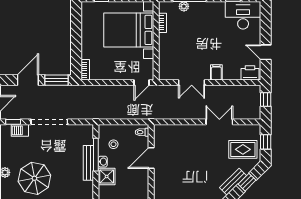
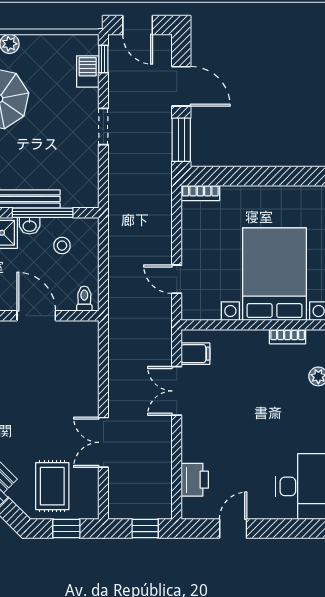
filing cabinet: (216, 72) -> (195, 354), moved
printer: (250, 73) -> (195, 480), moved
door: (142, 83) -> (177, 279), moved
doorway: (49, 122) -> (103, 127), width x0.53
double door: (219, 122) -> (103, 442), swing flipped

